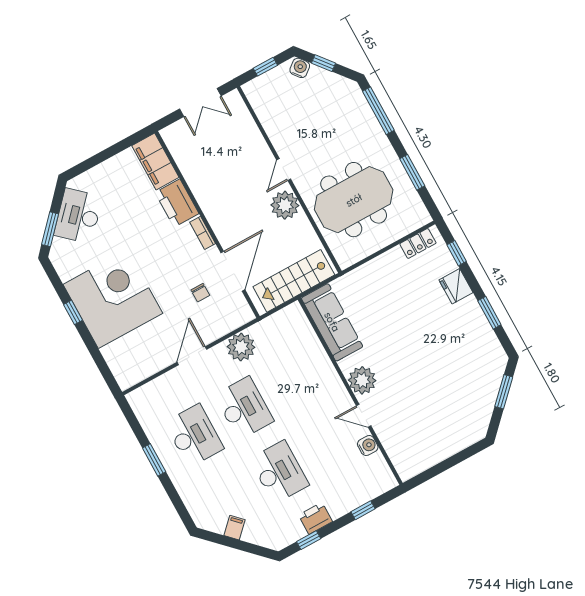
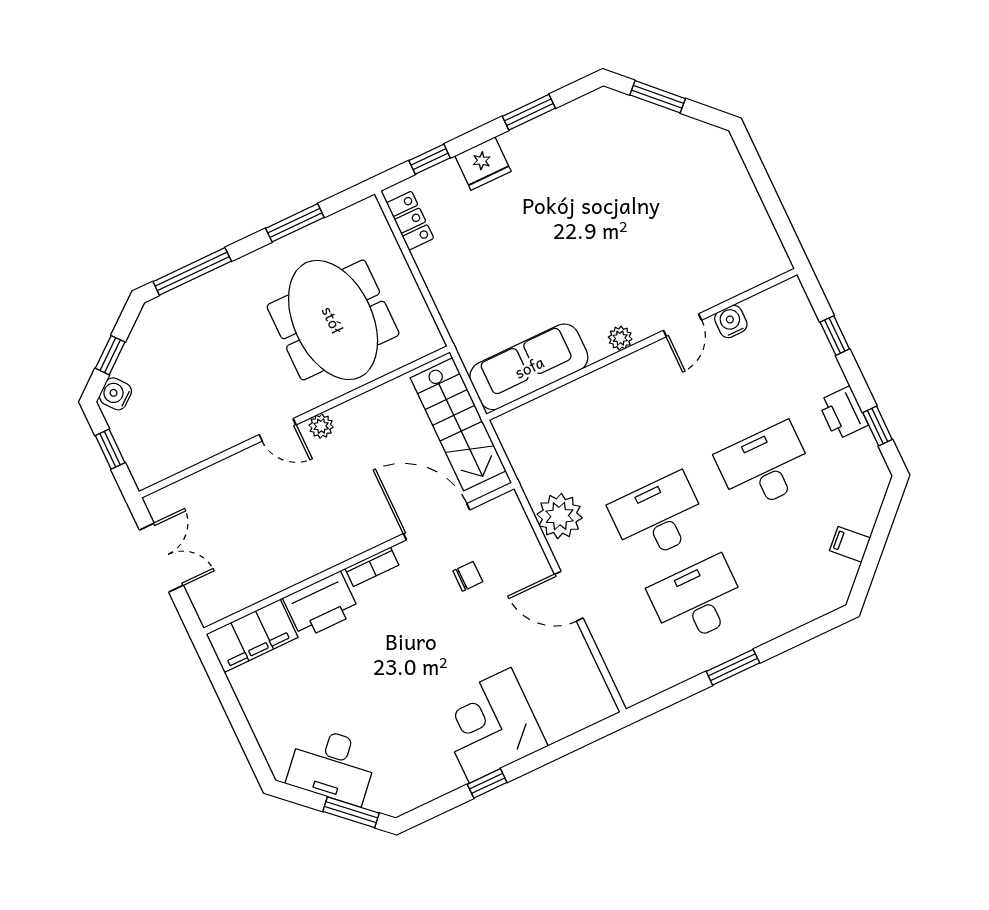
plant: (285, 205) -> (321, 426), width x0.53, depth x0.53
corner desk: (113, 299) -> (490, 725), width x0.74, depth x0.74
plant: (362, 380) -> (620, 338), width x0.53, depth x0.53

